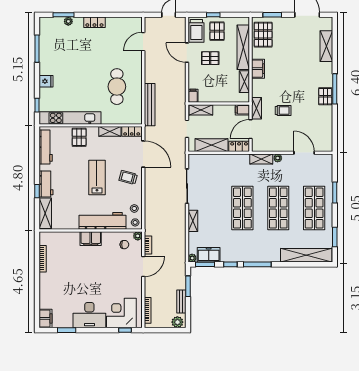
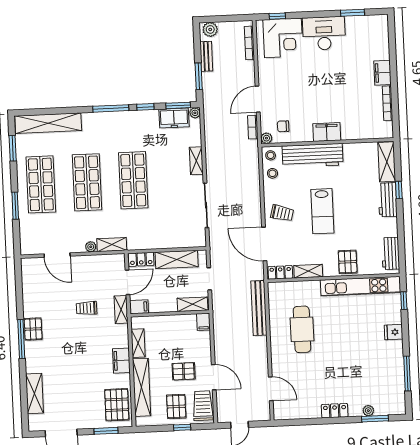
door: (143, 42) -> (271, 389), hinge flipped
workbench: (46, 147) -> (391, 253), width x0.73
filing cabinet: (45, 318) -> (383, 73), moved

